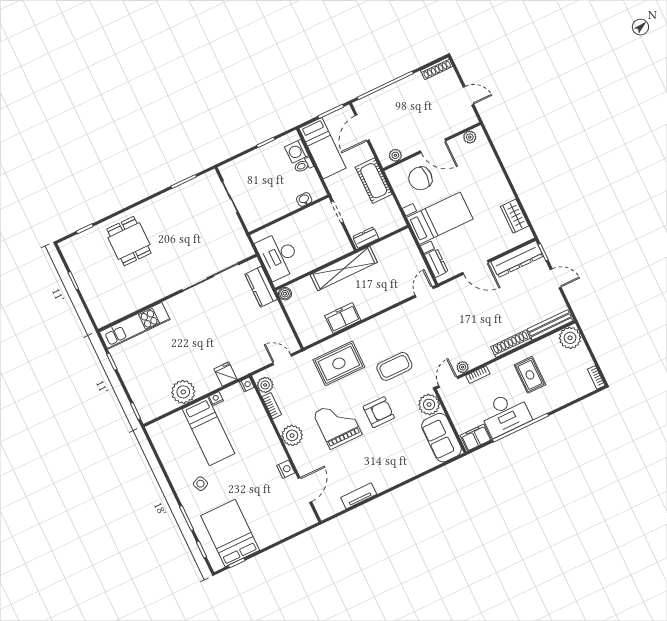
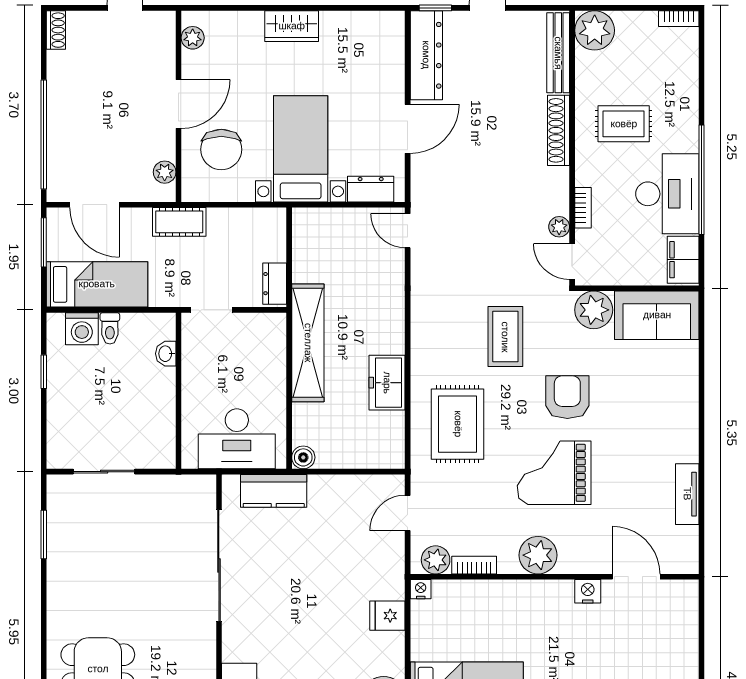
shoe rack: (437, 68) -> (56, 30), width x0.70
cot: (374, 181) -> (179, 222), width x0.73, depth x0.75
wardrobe: (515, 216) -> (292, 26), moved
nightstand: (216, 399) -> (420, 650), removed

